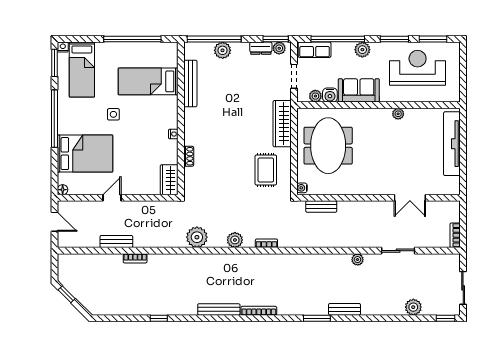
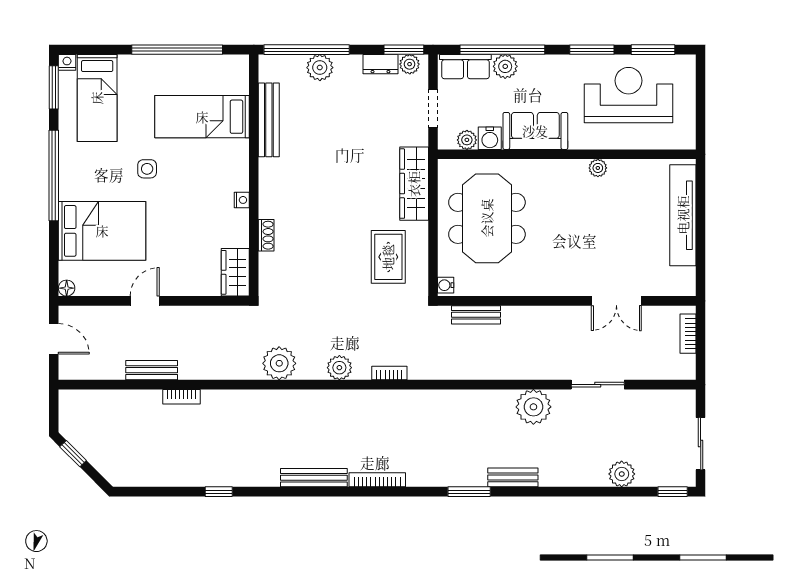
plant: (362, 50) -> (505, 66), moved
bookcase: (455, 235) -> (688, 334), moved
plant: (358, 260) -> (533, 407), width x1.88, depth x1.88

